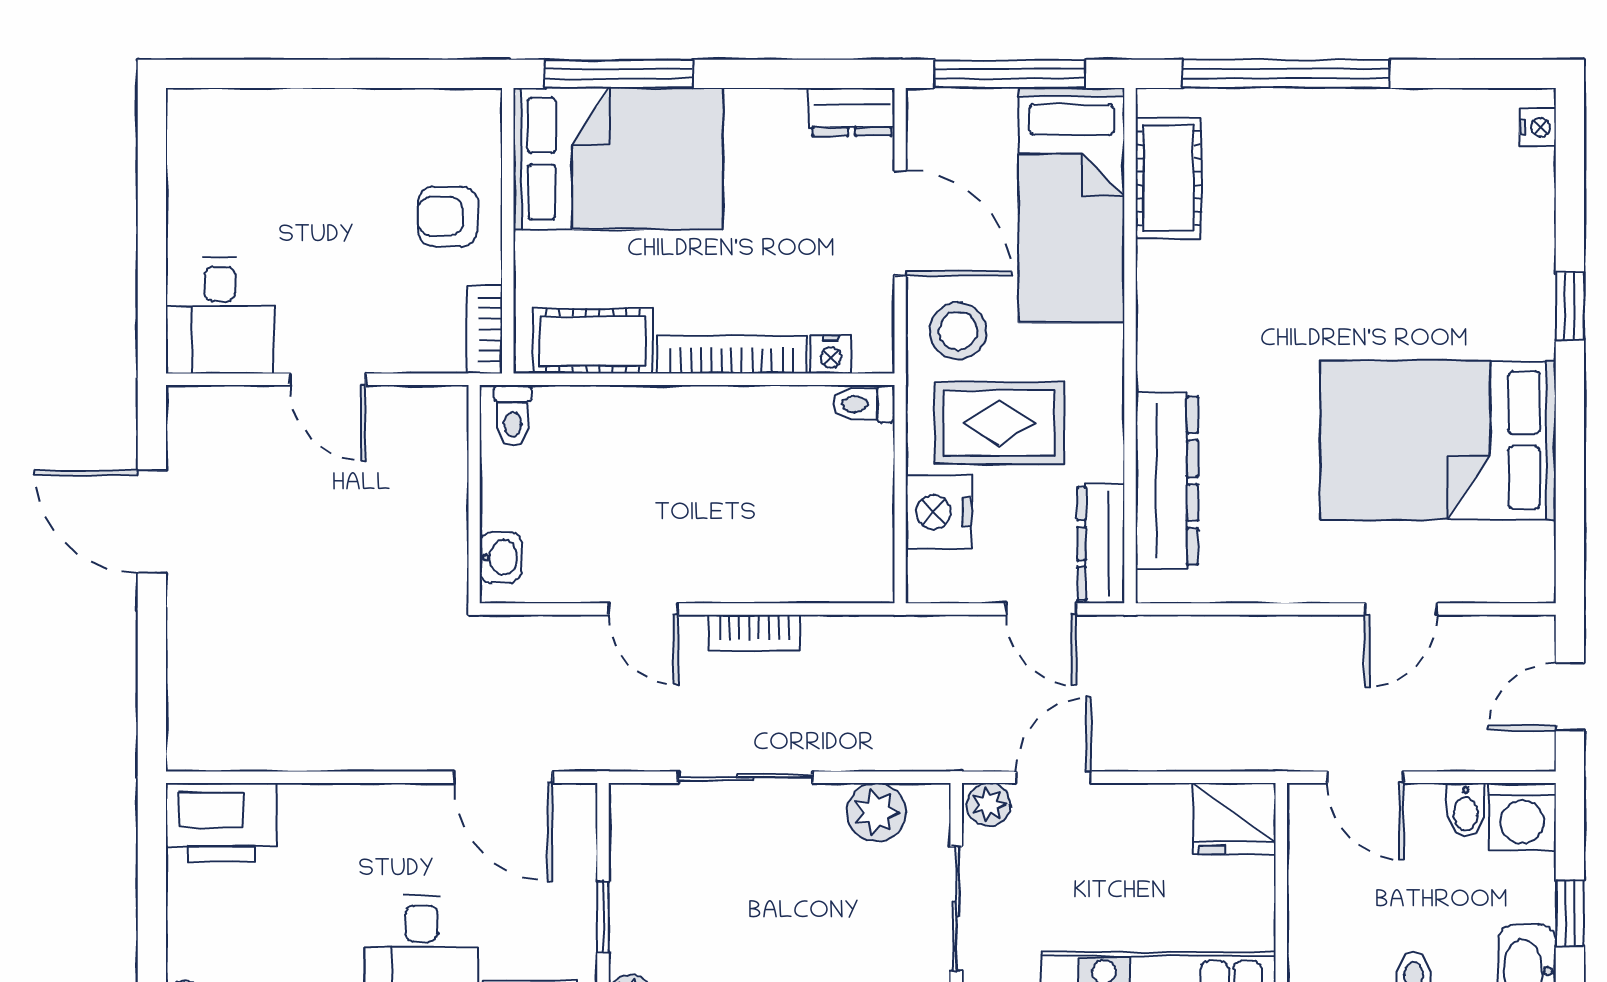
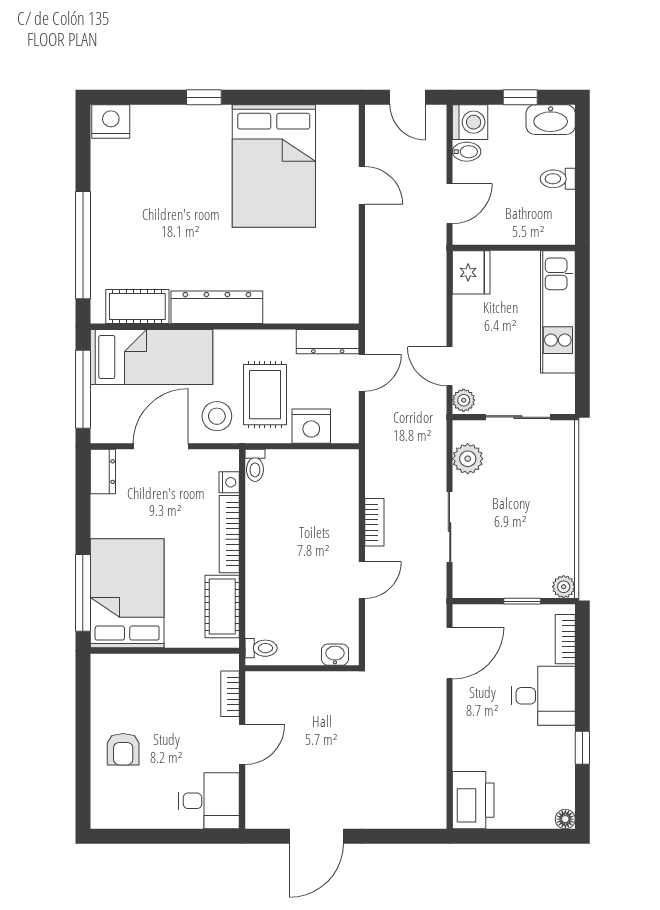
nightstand: (1538, 127) -> (111, 122), width x1.89, depth x1.79
armchair: (448, 216) -> (123, 749), moved
bookcase: (485, 330) -> (230, 694), moved, turned 90
dresser: (1167, 481) -> (217, 307), moved

